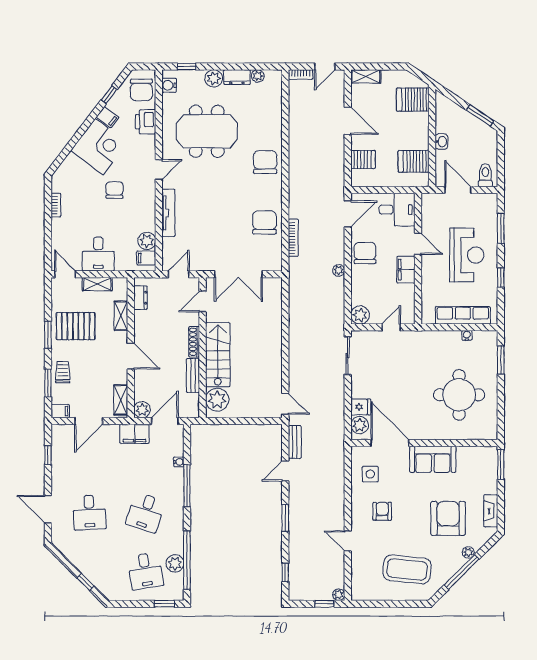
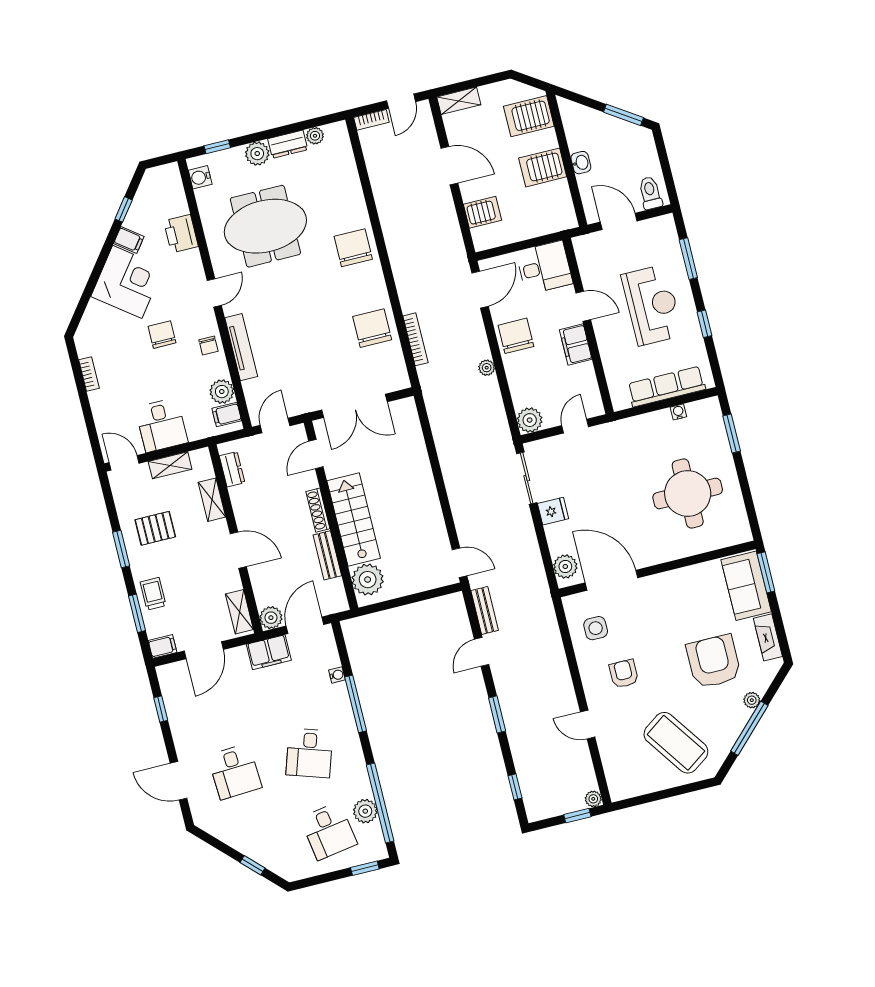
chair: (141, 90) -> (209, 346), moved, width x0.54, depth x0.54
server rack: (414, 161) -> (543, 167), moved
pallet: (76, 326) -> (155, 528), width x0.67, depth x0.71
fridge: (361, 407) -> (553, 511), moved
sofa: (433, 459) -> (746, 586), moved, turned 90
coffee table: (407, 569) -> (676, 743), turned 49

